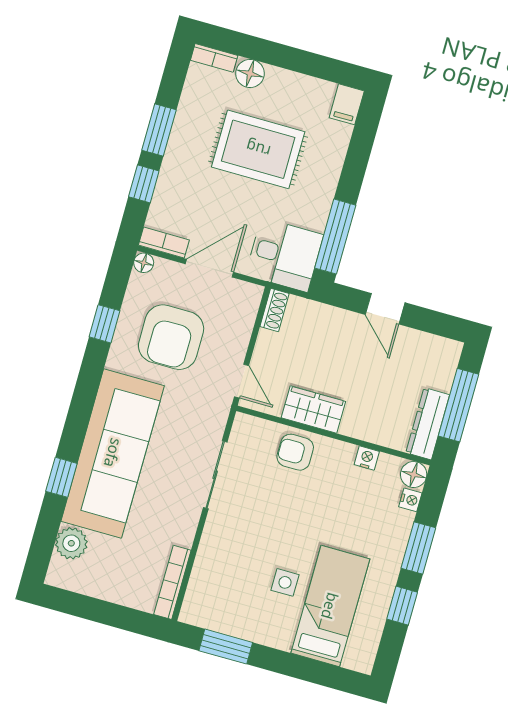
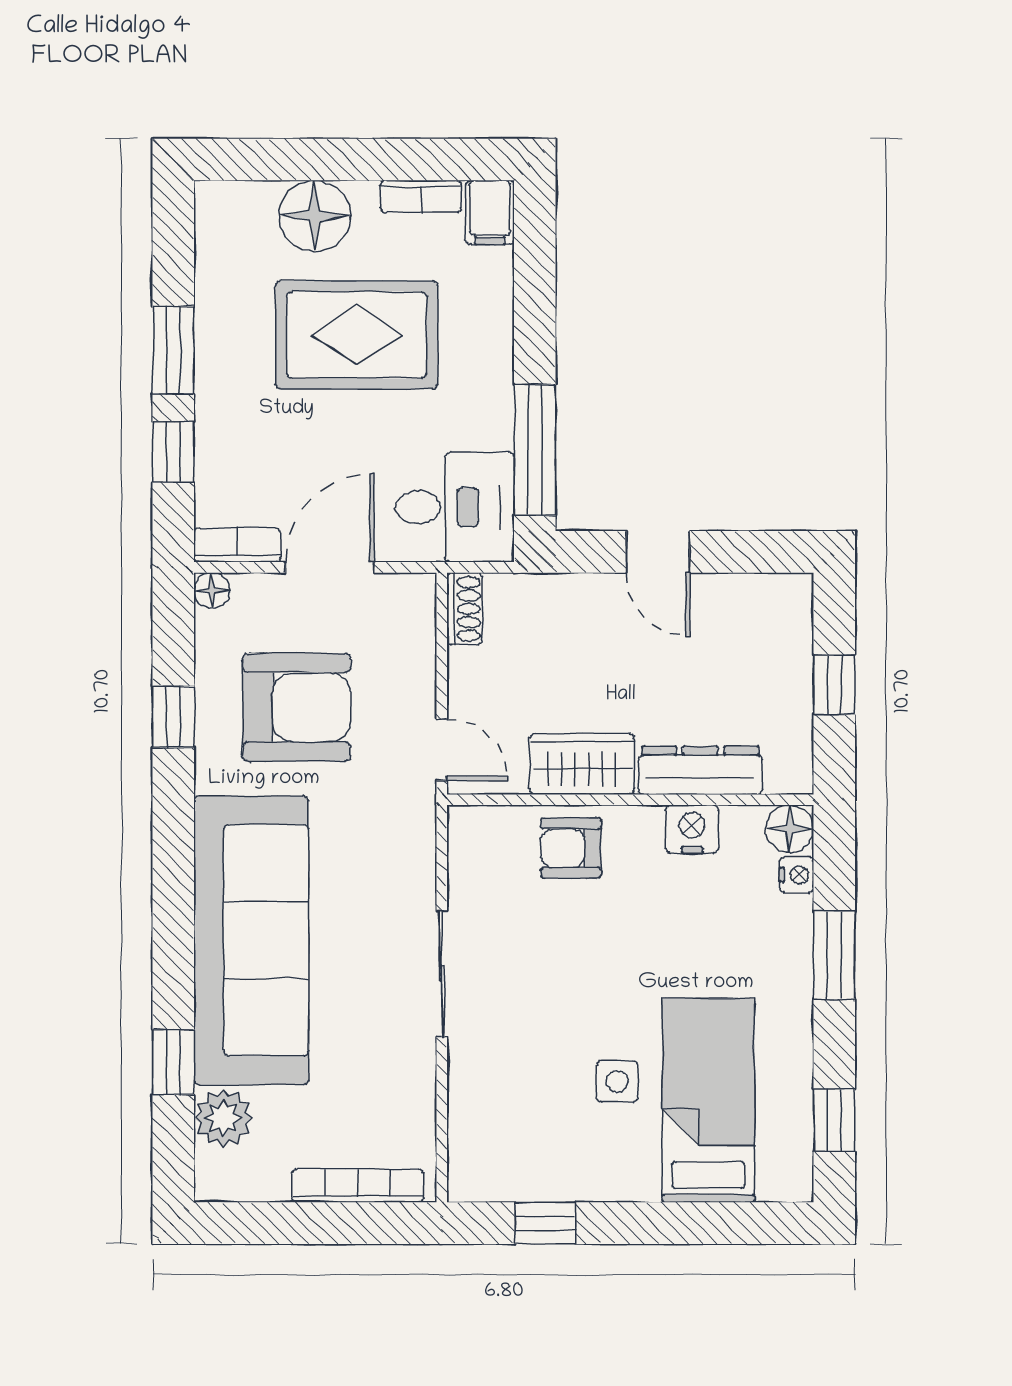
bookcase: (214, 58) -> (421, 196), moved
floor lamp: (250, 74) -> (315, 216), width x1.38, depth x1.38
armchair: (171, 337) -> (297, 707), turned -90
window: (459, 405) -> (834, 685), width x0.46
dresser: (428, 424) -> (700, 770), moved, turned 90
nightstand: (367, 458) -> (692, 829), width x1.39, depth x1.35
sliding door: (215, 475) -> (442, 974), moved
window: (61, 477) -> (173, 1062), moved
bookcase: (172, 582) -> (358, 1186), moved, turned 90
window: (402, 606) -> (834, 1120), moved
window: (226, 647) -> (545, 1223), width x0.67

